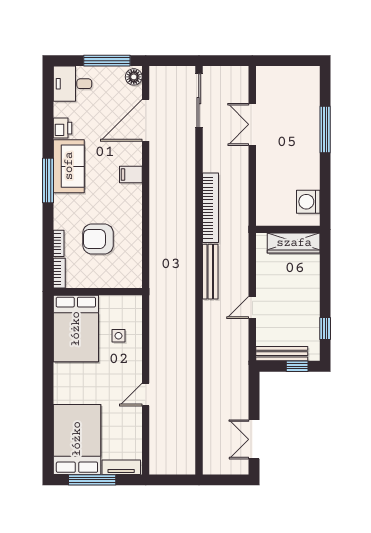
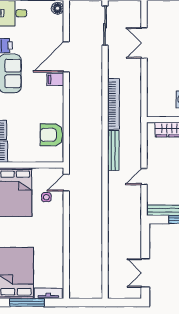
door: (146, 120) -> (66, 57), moved
armchair: (98, 239) -> (51, 135), moved
door: (146, 394) -> (66, 183), moved

